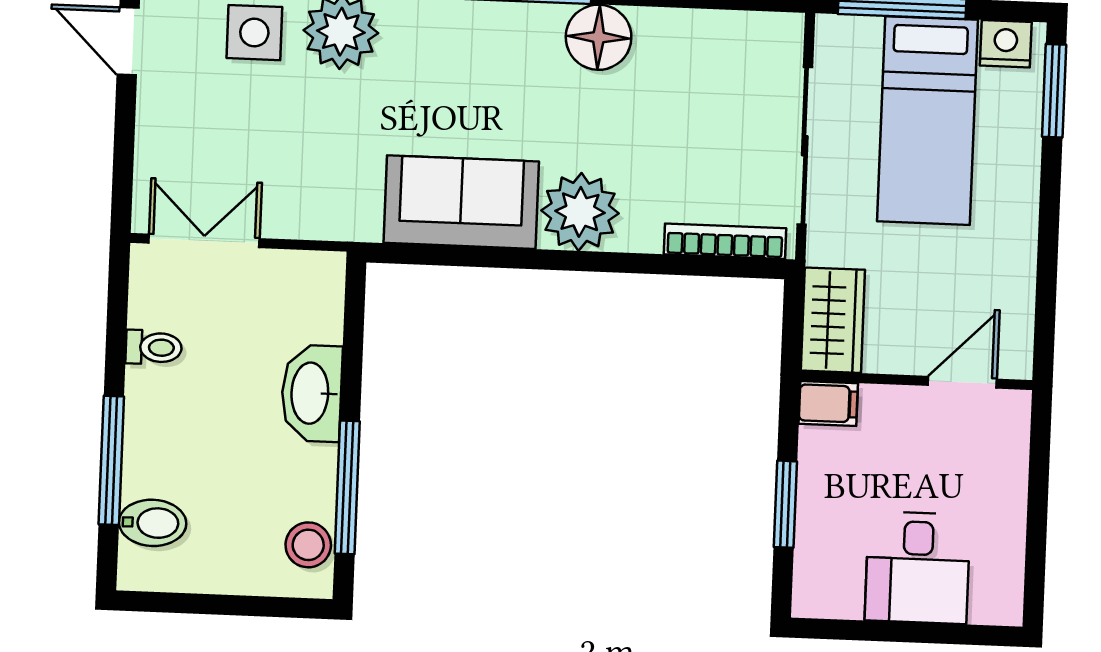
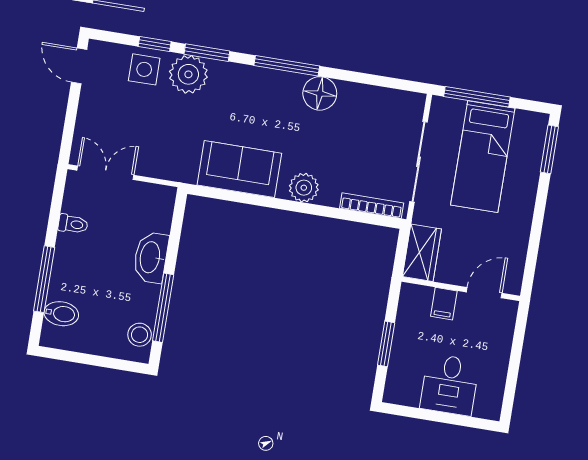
nightstand: (1006, 44) -> (528, 122), removed
plant: (580, 212) -> (304, 188), width x0.73, depth x0.73
filing cabinet: (828, 403) -> (444, 304), moved, turned 90

